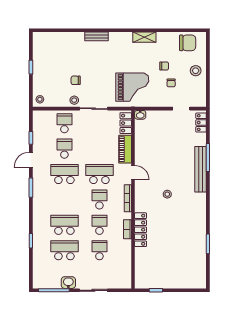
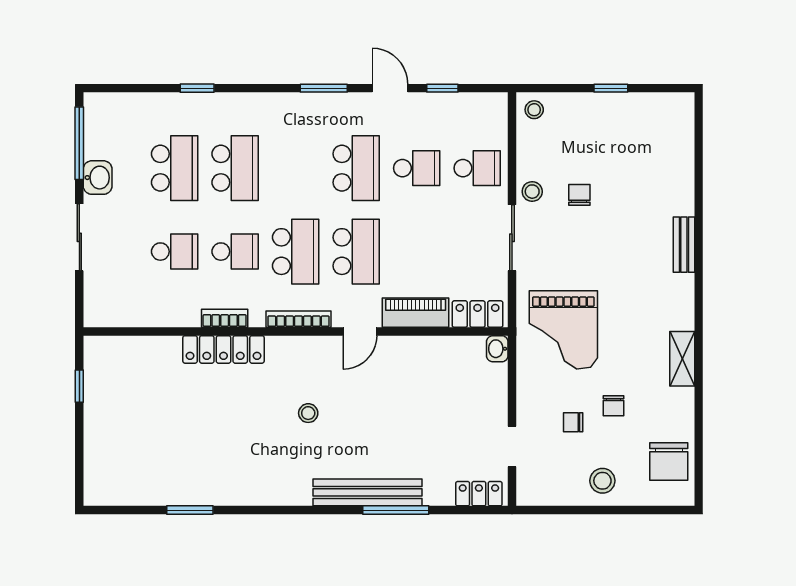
school desk: (99, 199) -> (296, 252), width x1.85

